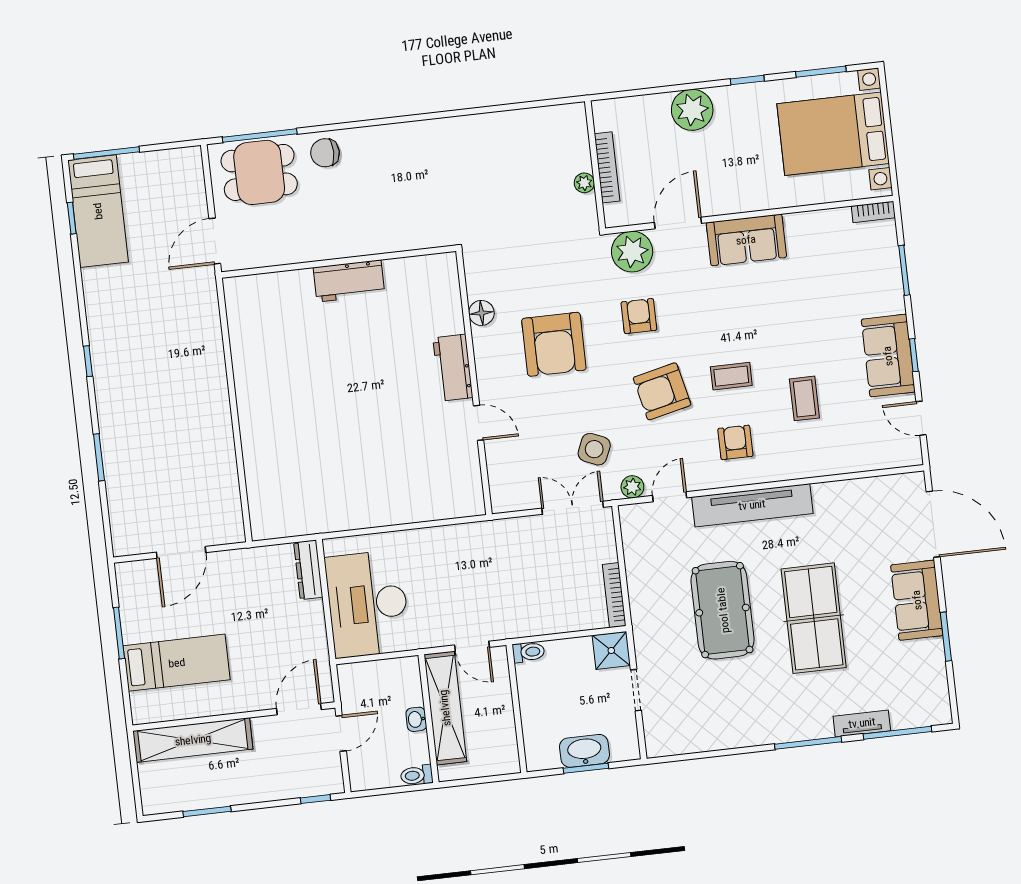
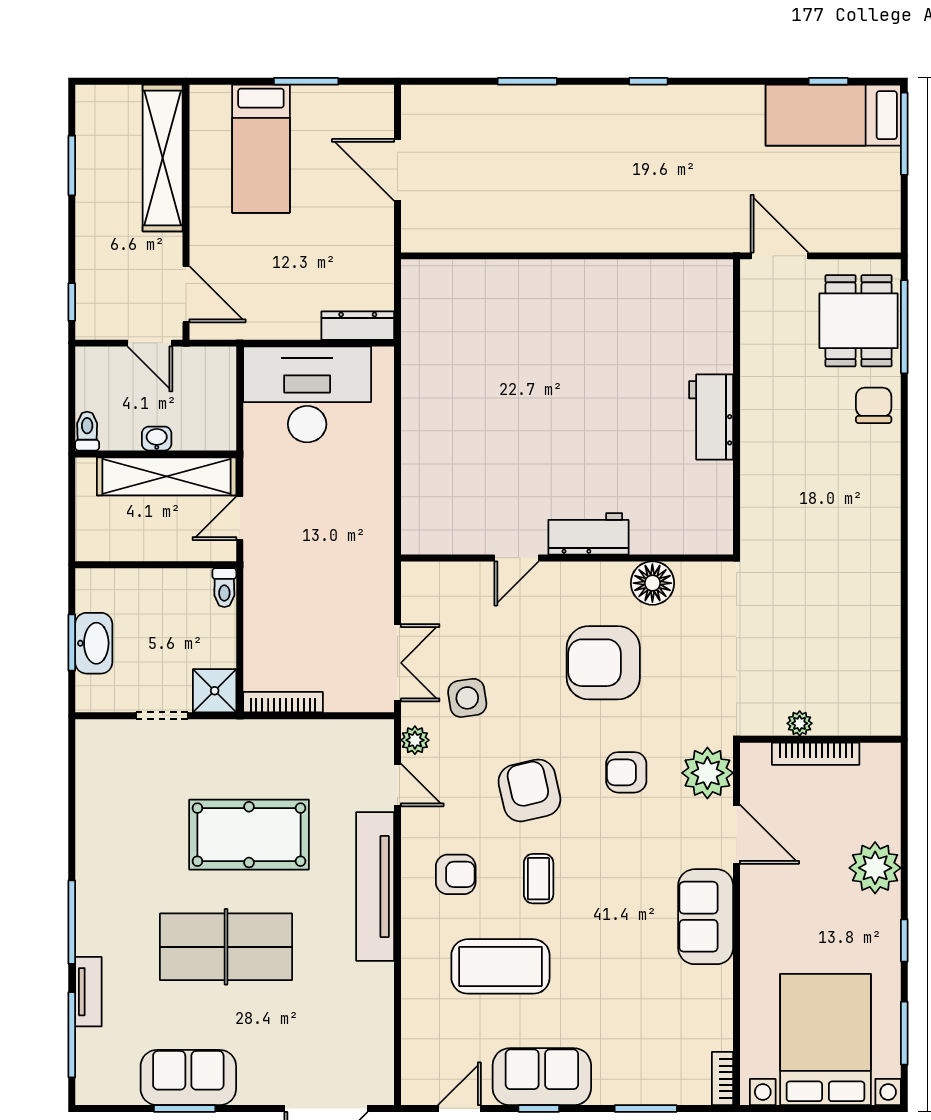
floor lamp: (481, 313) -> (652, 583), width x1.38, depth x1.38
armchair: (639, 316) -> (626, 772), turned 180
coffee table: (804, 398) -> (500, 966), width x1.86, depth x1.72
side table: (594, 449) -> (467, 698), turned -31
sofa: (917, 600) -> (188, 1077), moved

